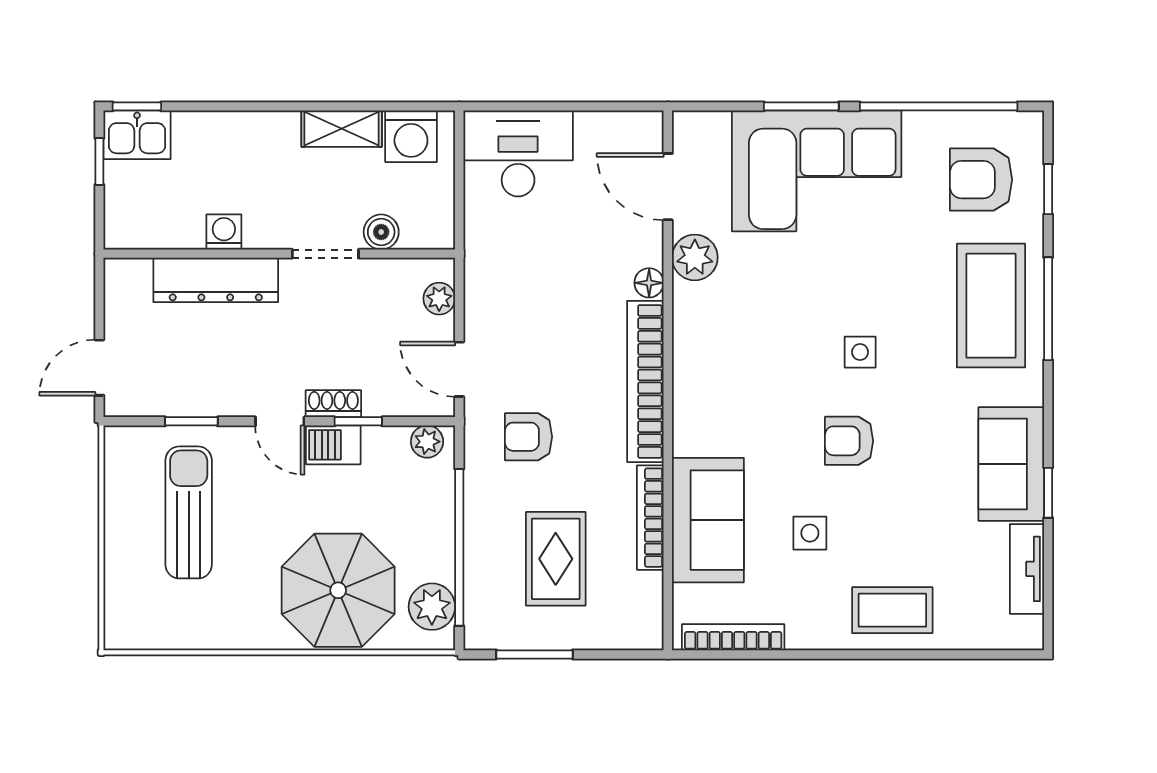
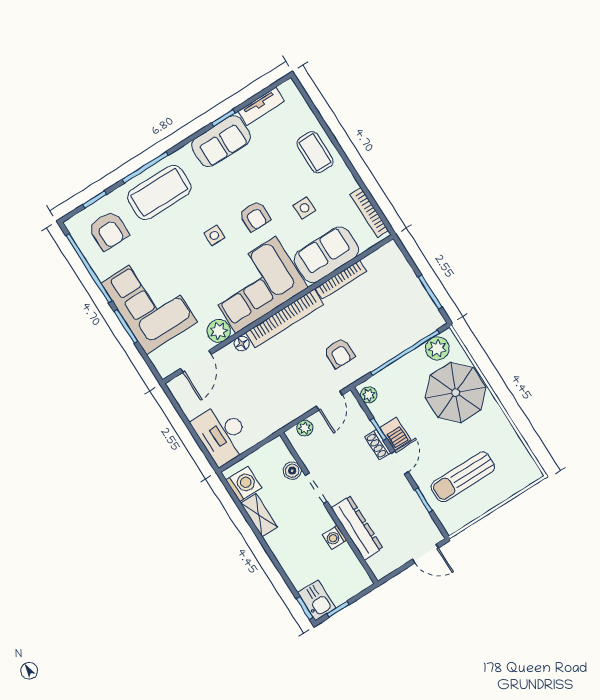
corner sofa: (733, 369) -> (256, 285), added
rug: (556, 559) -> (384, 309), removed

